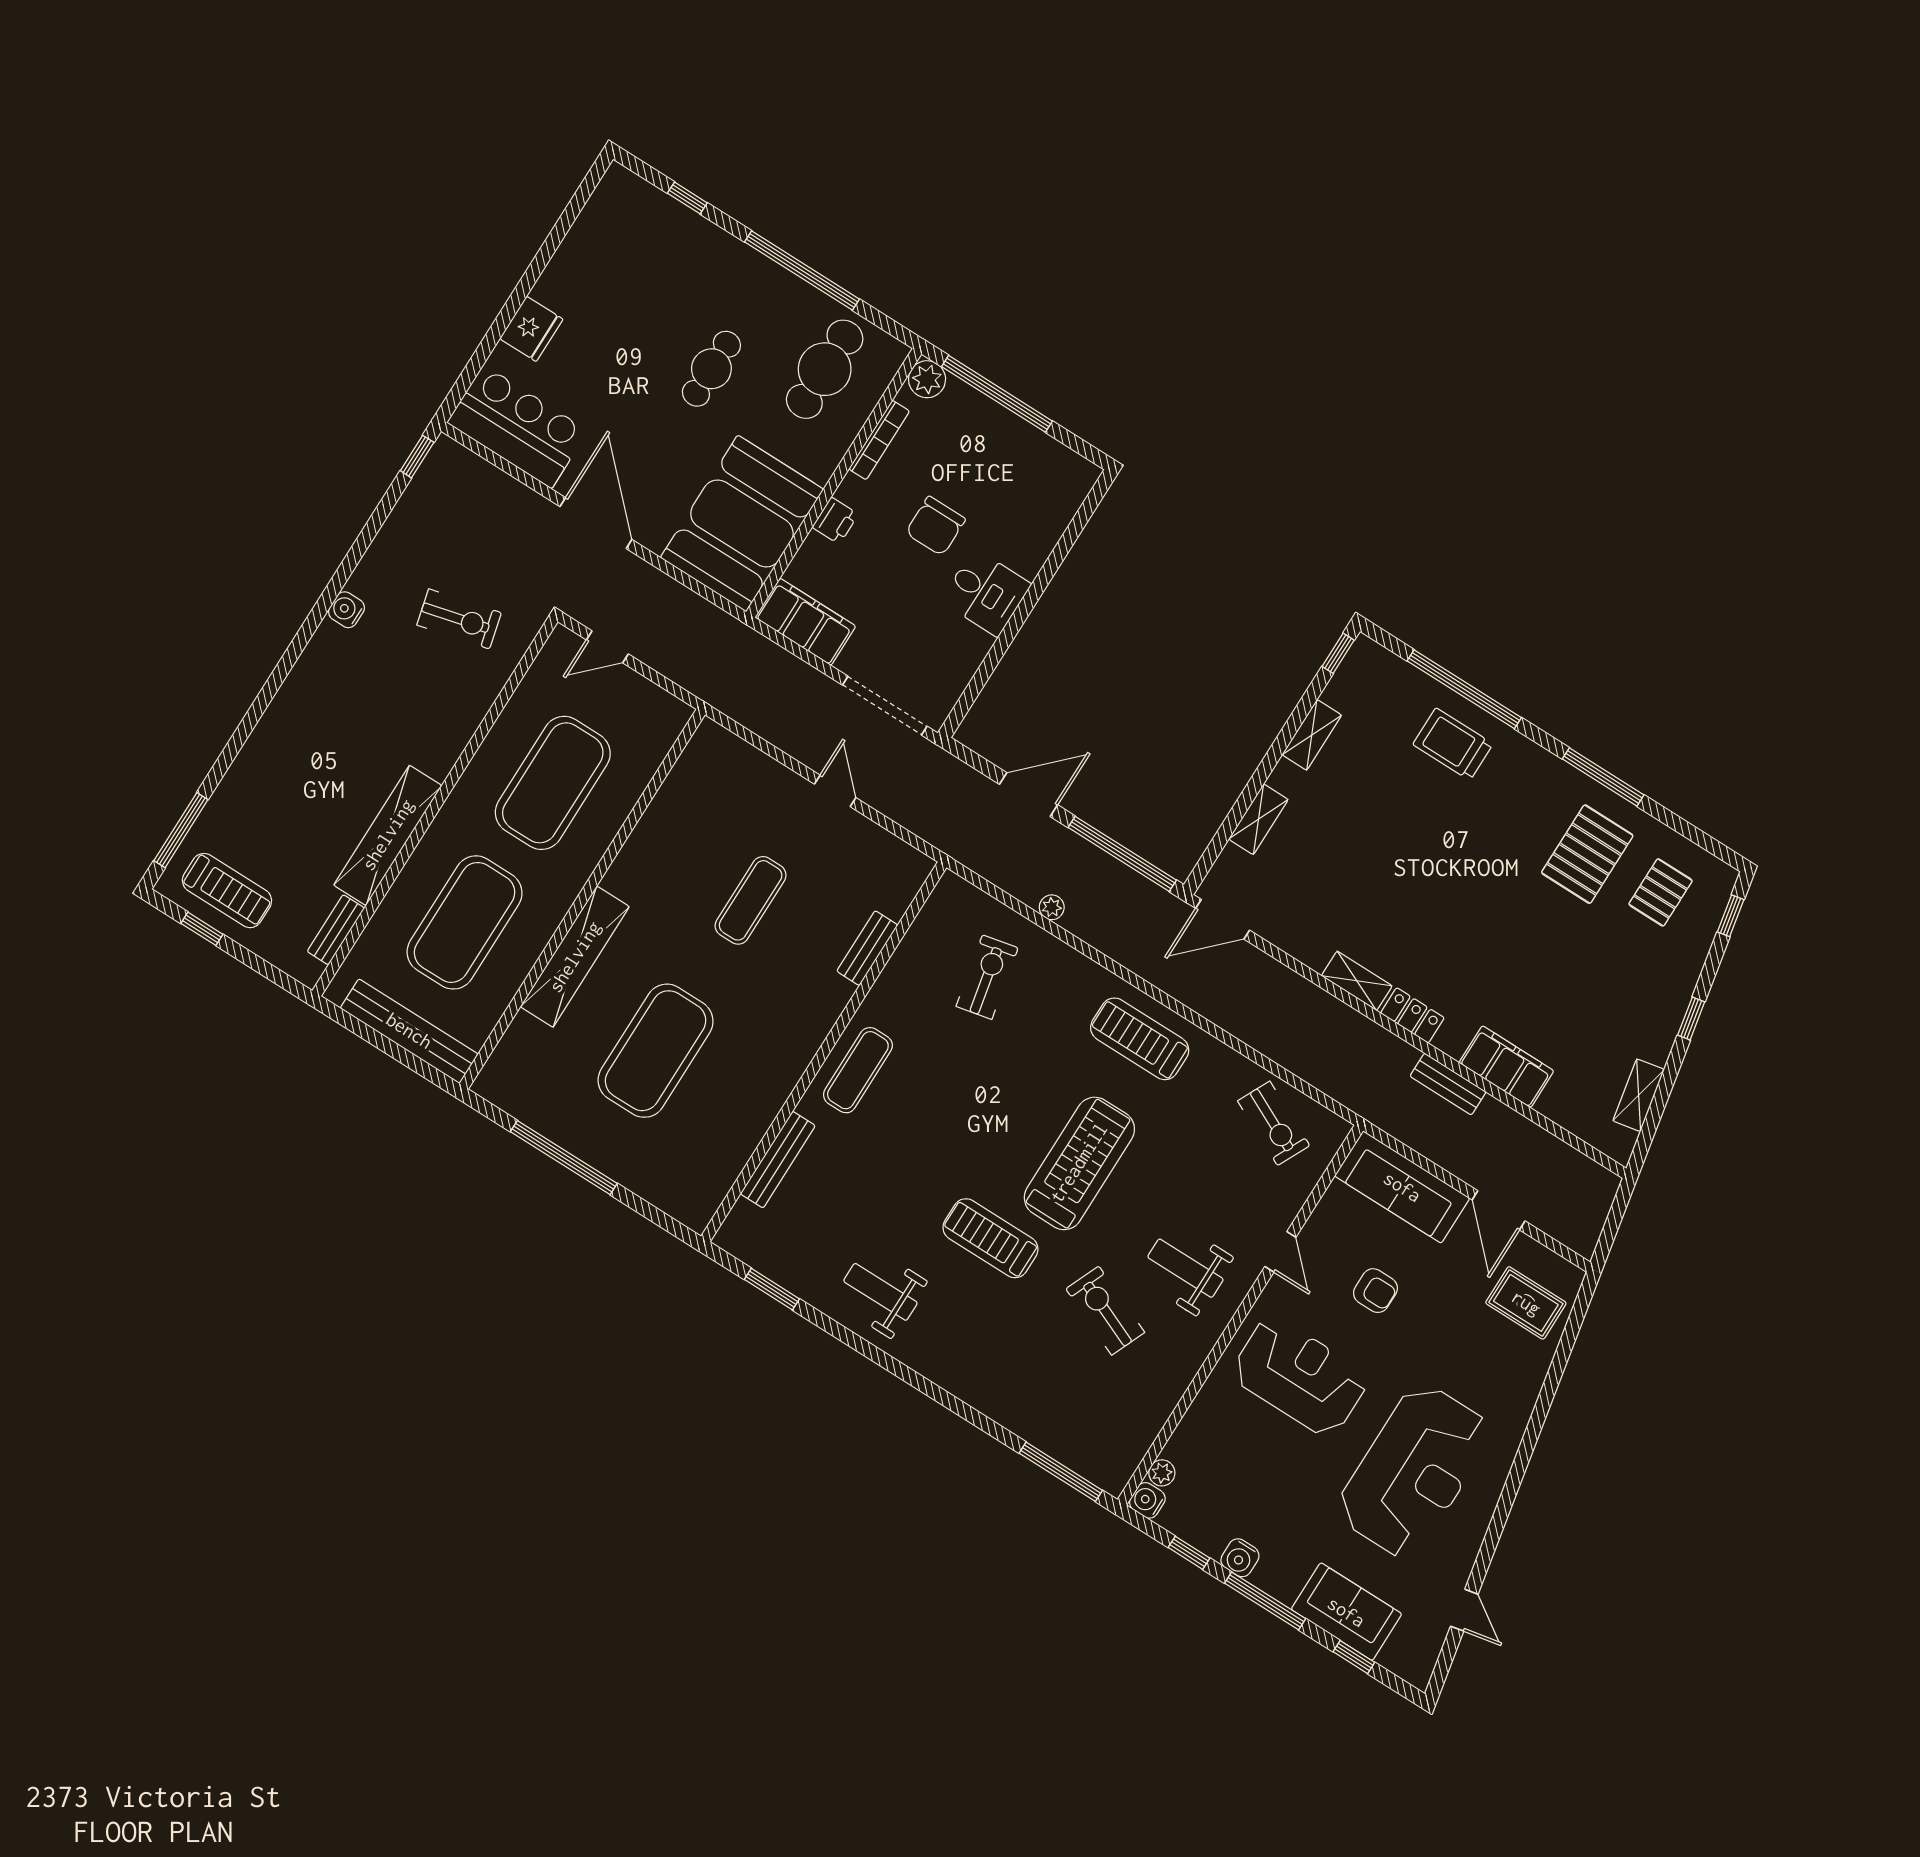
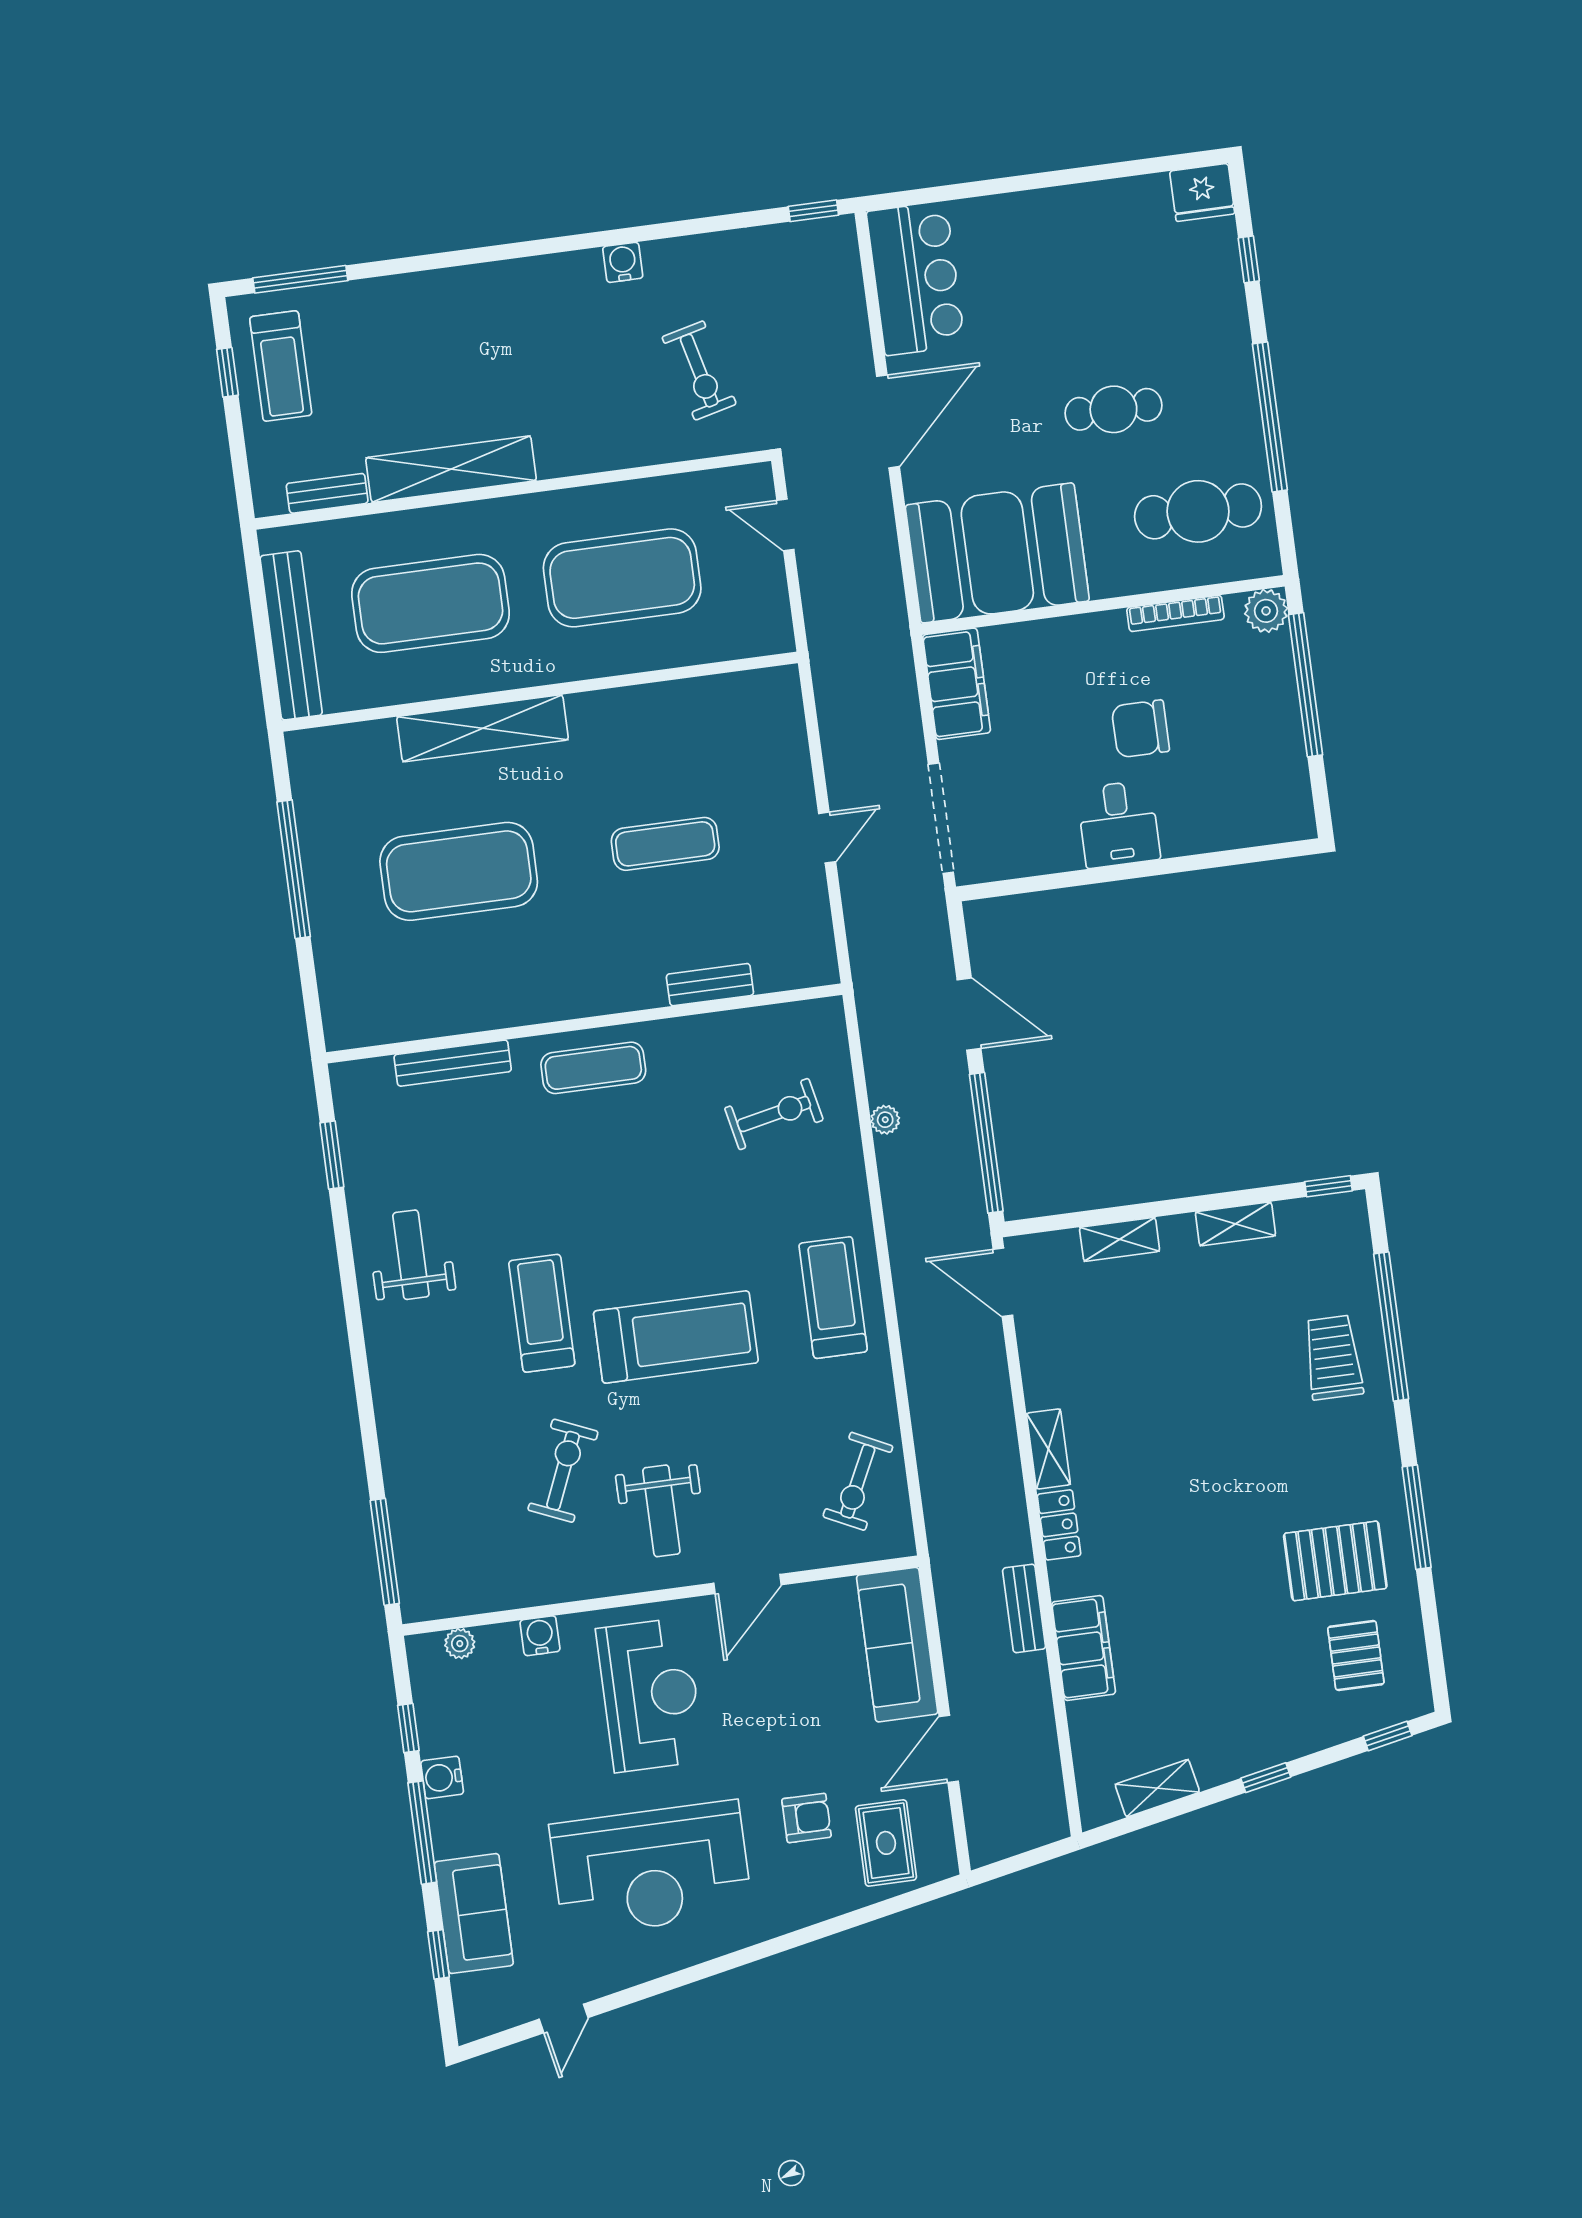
fridge: (531, 329) -> (1202, 192), moved
printer: (835, 521) -> (1070, 635), removed
pallet: (1660, 892) -> (1356, 1655), turned 90
door: (1280, 1252) -> (747, 1584), width x1.38
weight bench: (1185, 1268) -> (661, 1511), turned 180
armchair: (1375, 1291) -> (806, 1818), moved, turned -90
water cooler: (1147, 1500) -> (540, 1636), moved

